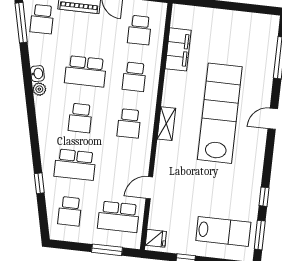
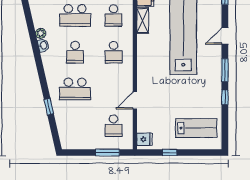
washbasin: (37, 74) -> (43, 45), moved
shelving: (166, 124) -> (143, 20), moved
school desk: (70, 211) -> (75, 126), removed
school desk: (119, 217) -> (114, 126), width x0.54
window: (260, 235) -> (225, 70), moved

